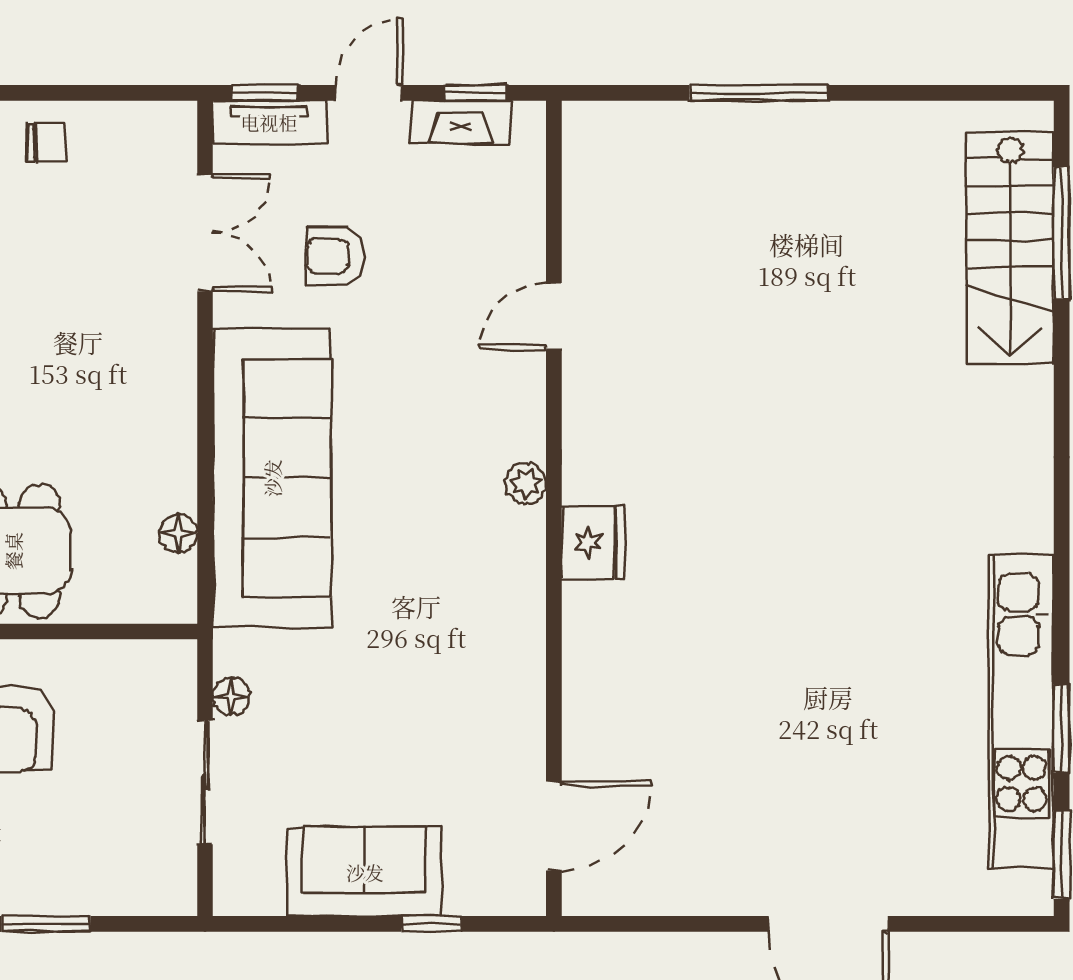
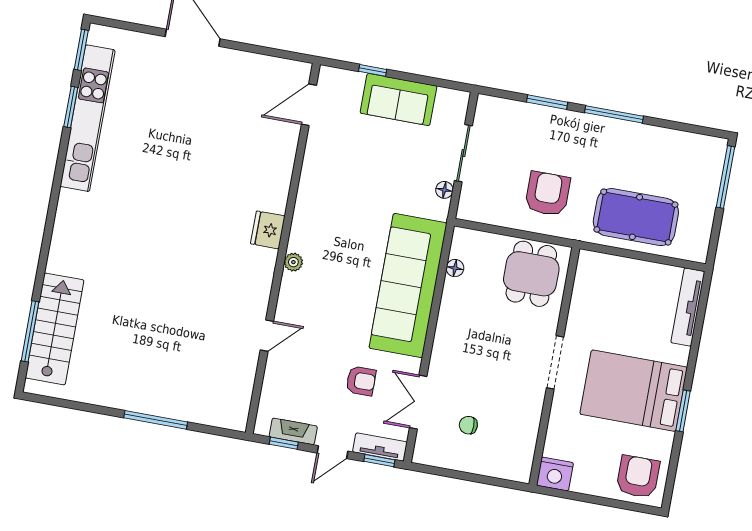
chair: (46, 143) -> (468, 425), moved

